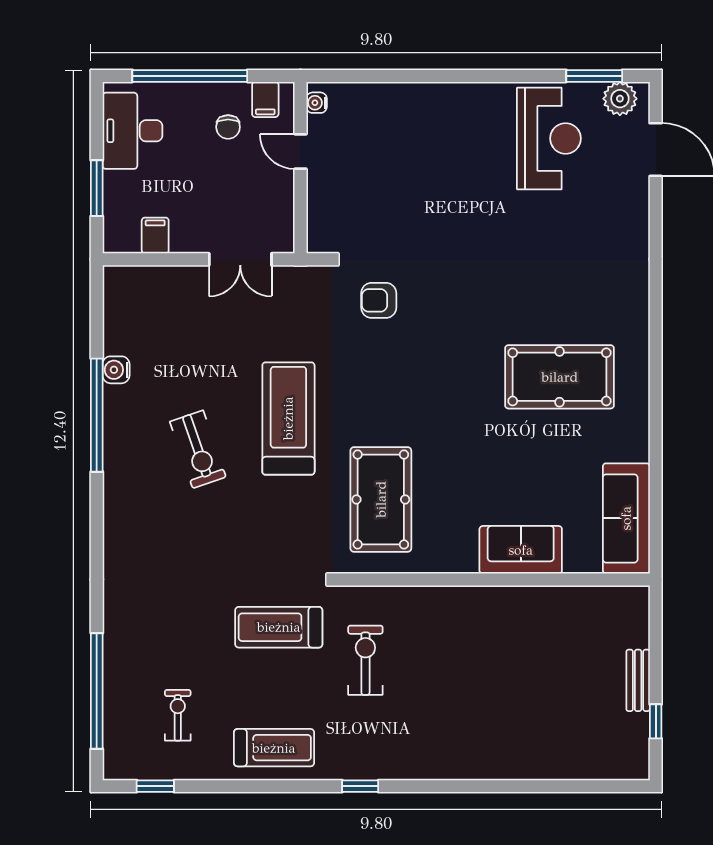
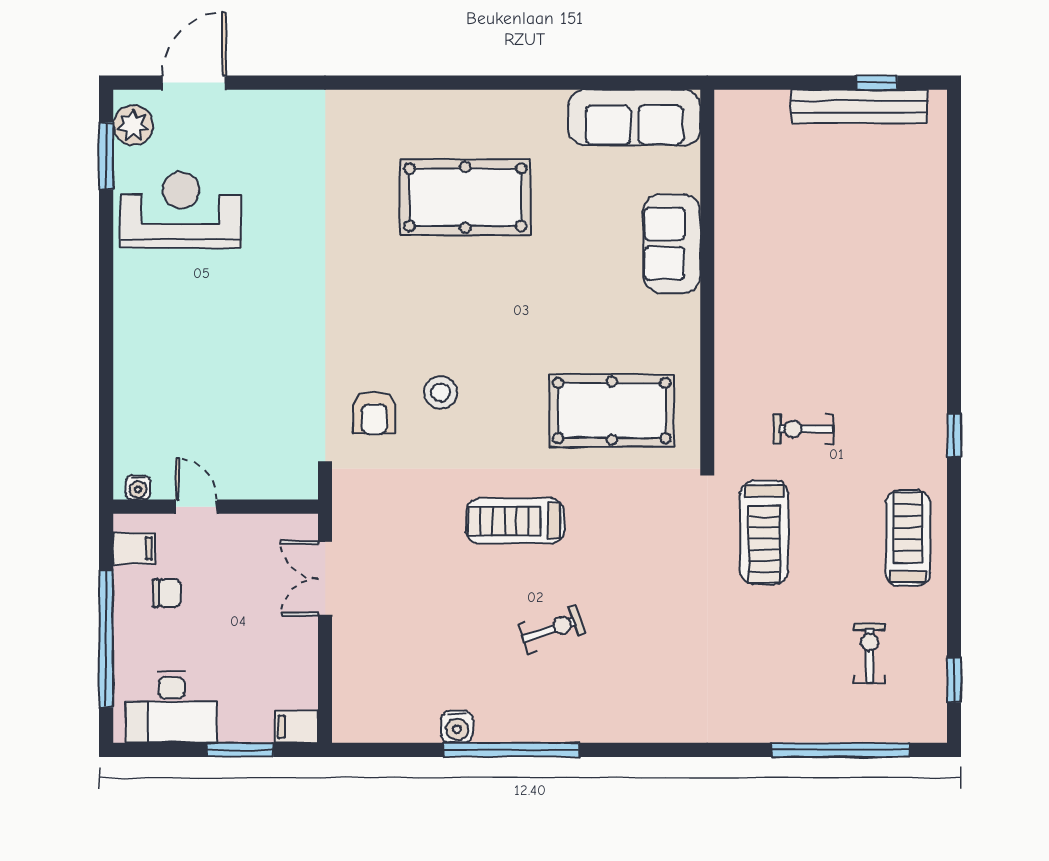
door: (300, 152) -> (196, 507), swing flipped
filing cabinet: (155, 236) -> (297, 727), moved
double door: (240, 259) -> (325, 578), swing flipped
stool: (396, 356) -> (441, 393), added
pool table: (560, 377) -> (465, 197), turned 90
treadmill: (288, 418) -> (515, 521), width x0.73, depth x0.73
exercise bike: (198, 449) -> (552, 629), width x0.73, depth x0.72
exercise bike: (365, 660) -> (804, 429), width x0.73, depth x0.72
bench: (638, 680) -> (859, 107), width x1.86, depth x1.21
exercise bike: (178, 715) -> (869, 653), turned 90

